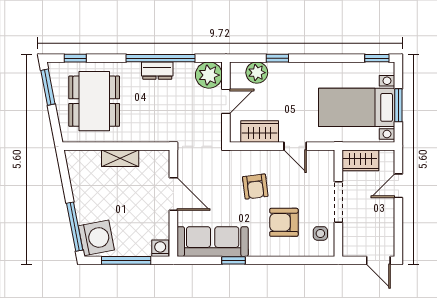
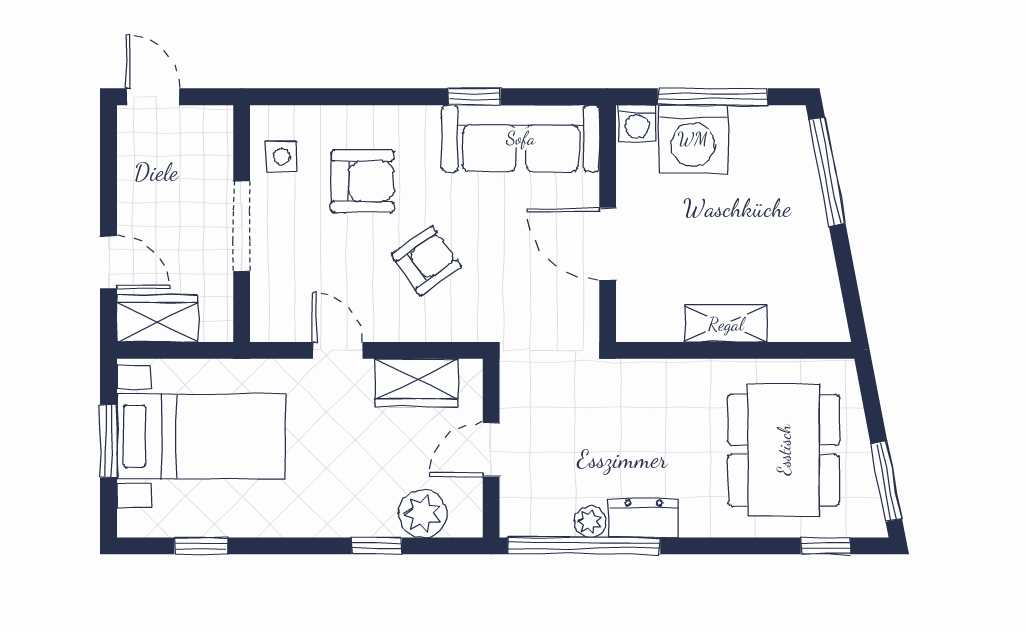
window: (161, 58) -> (584, 546), moved
window: (377, 58) -> (201, 546), moved
plant: (209, 75) -> (590, 522), moved, width x0.53, depth x0.53
wardrobe: (360, 160) -> (157, 319), moved
door: (398, 186) -> (109, 262), hinge flipped
armchair: (255, 187) -> (426, 261), turned 62
washing machine: (96, 238) -> (693, 139), moved, turned -79

